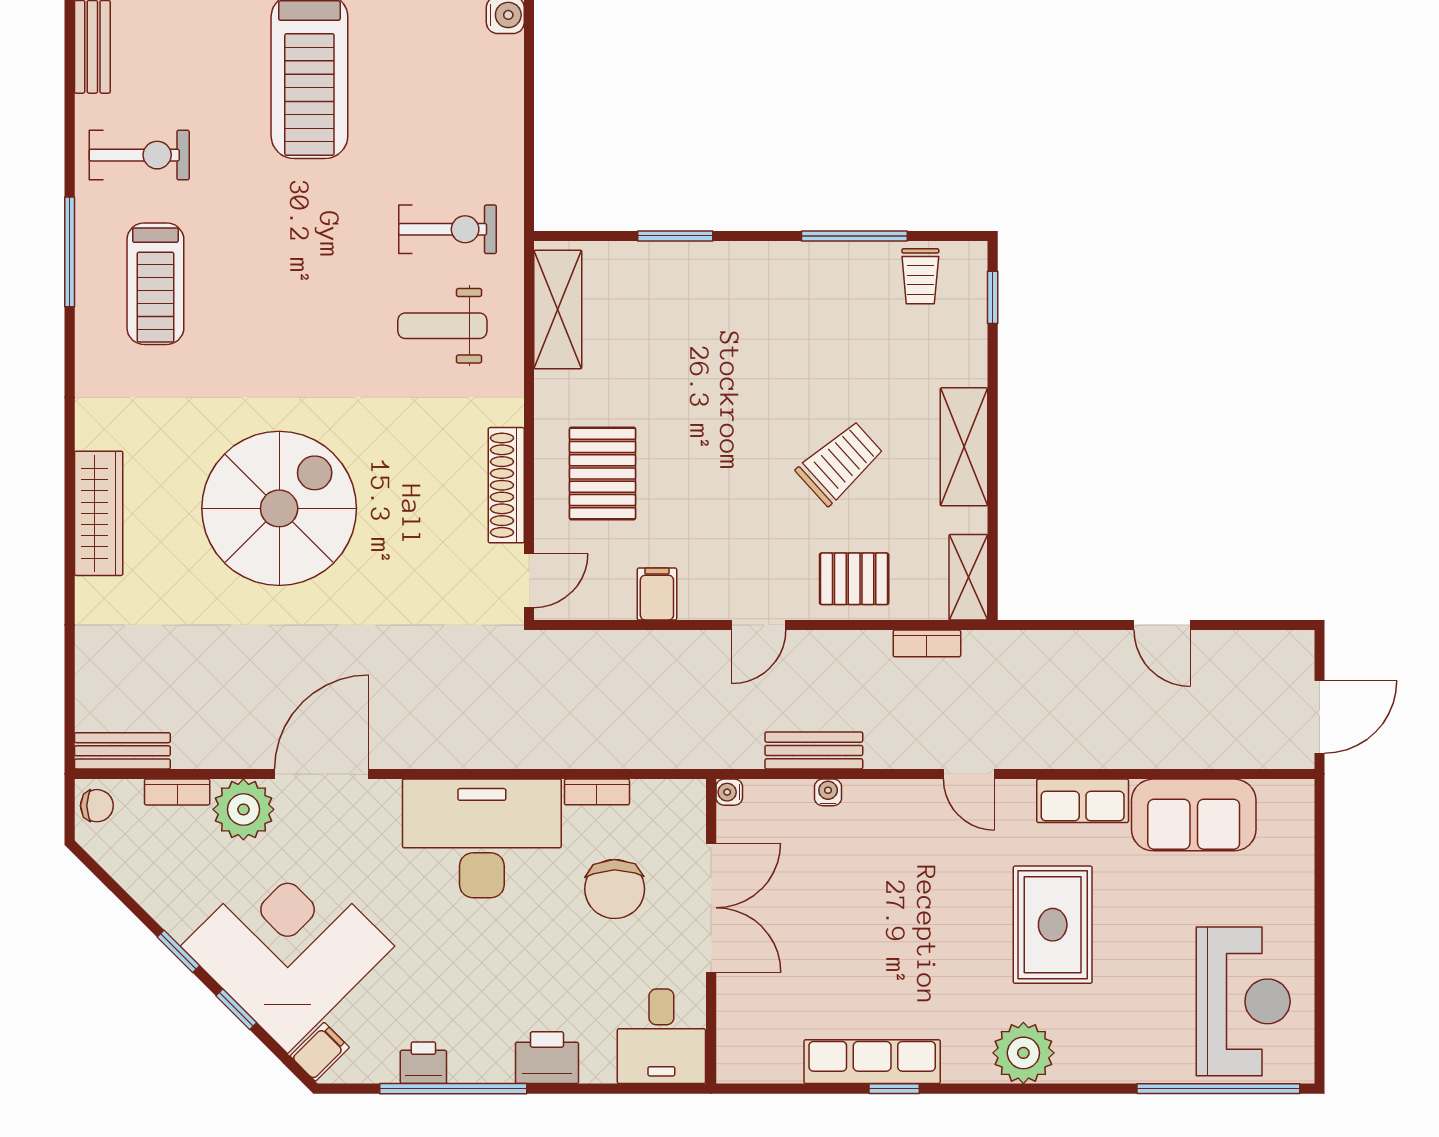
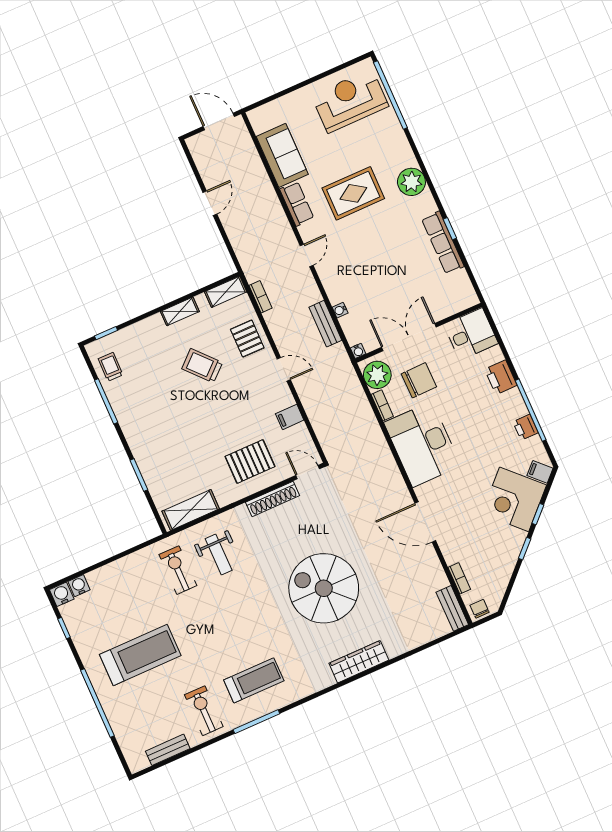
trolley: (920, 276) -> (110, 367), turned -89
shelving: (964, 447) -> (180, 311), width x0.67, depth x0.75
plant: (243, 809) -> (377, 375), moved
corner desk: (288, 946) -> (514, 499), width x0.74, depth x0.74

